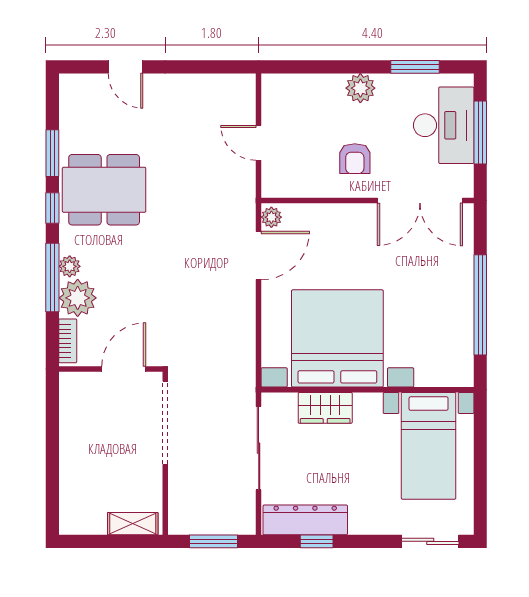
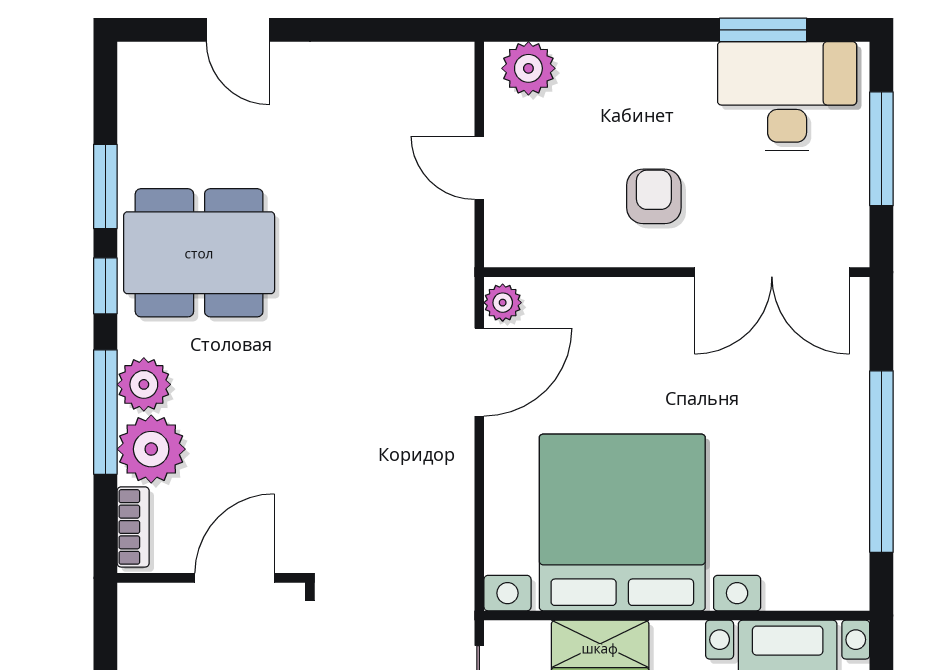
plant: (360, 88) -> (528, 68), moved
desk: (444, 125) -> (787, 96), moved, turned -90
armchair: (355, 159) -> (654, 196), turned 180
plant: (70, 266) -> (144, 384), width x1.38, depth x1.38

